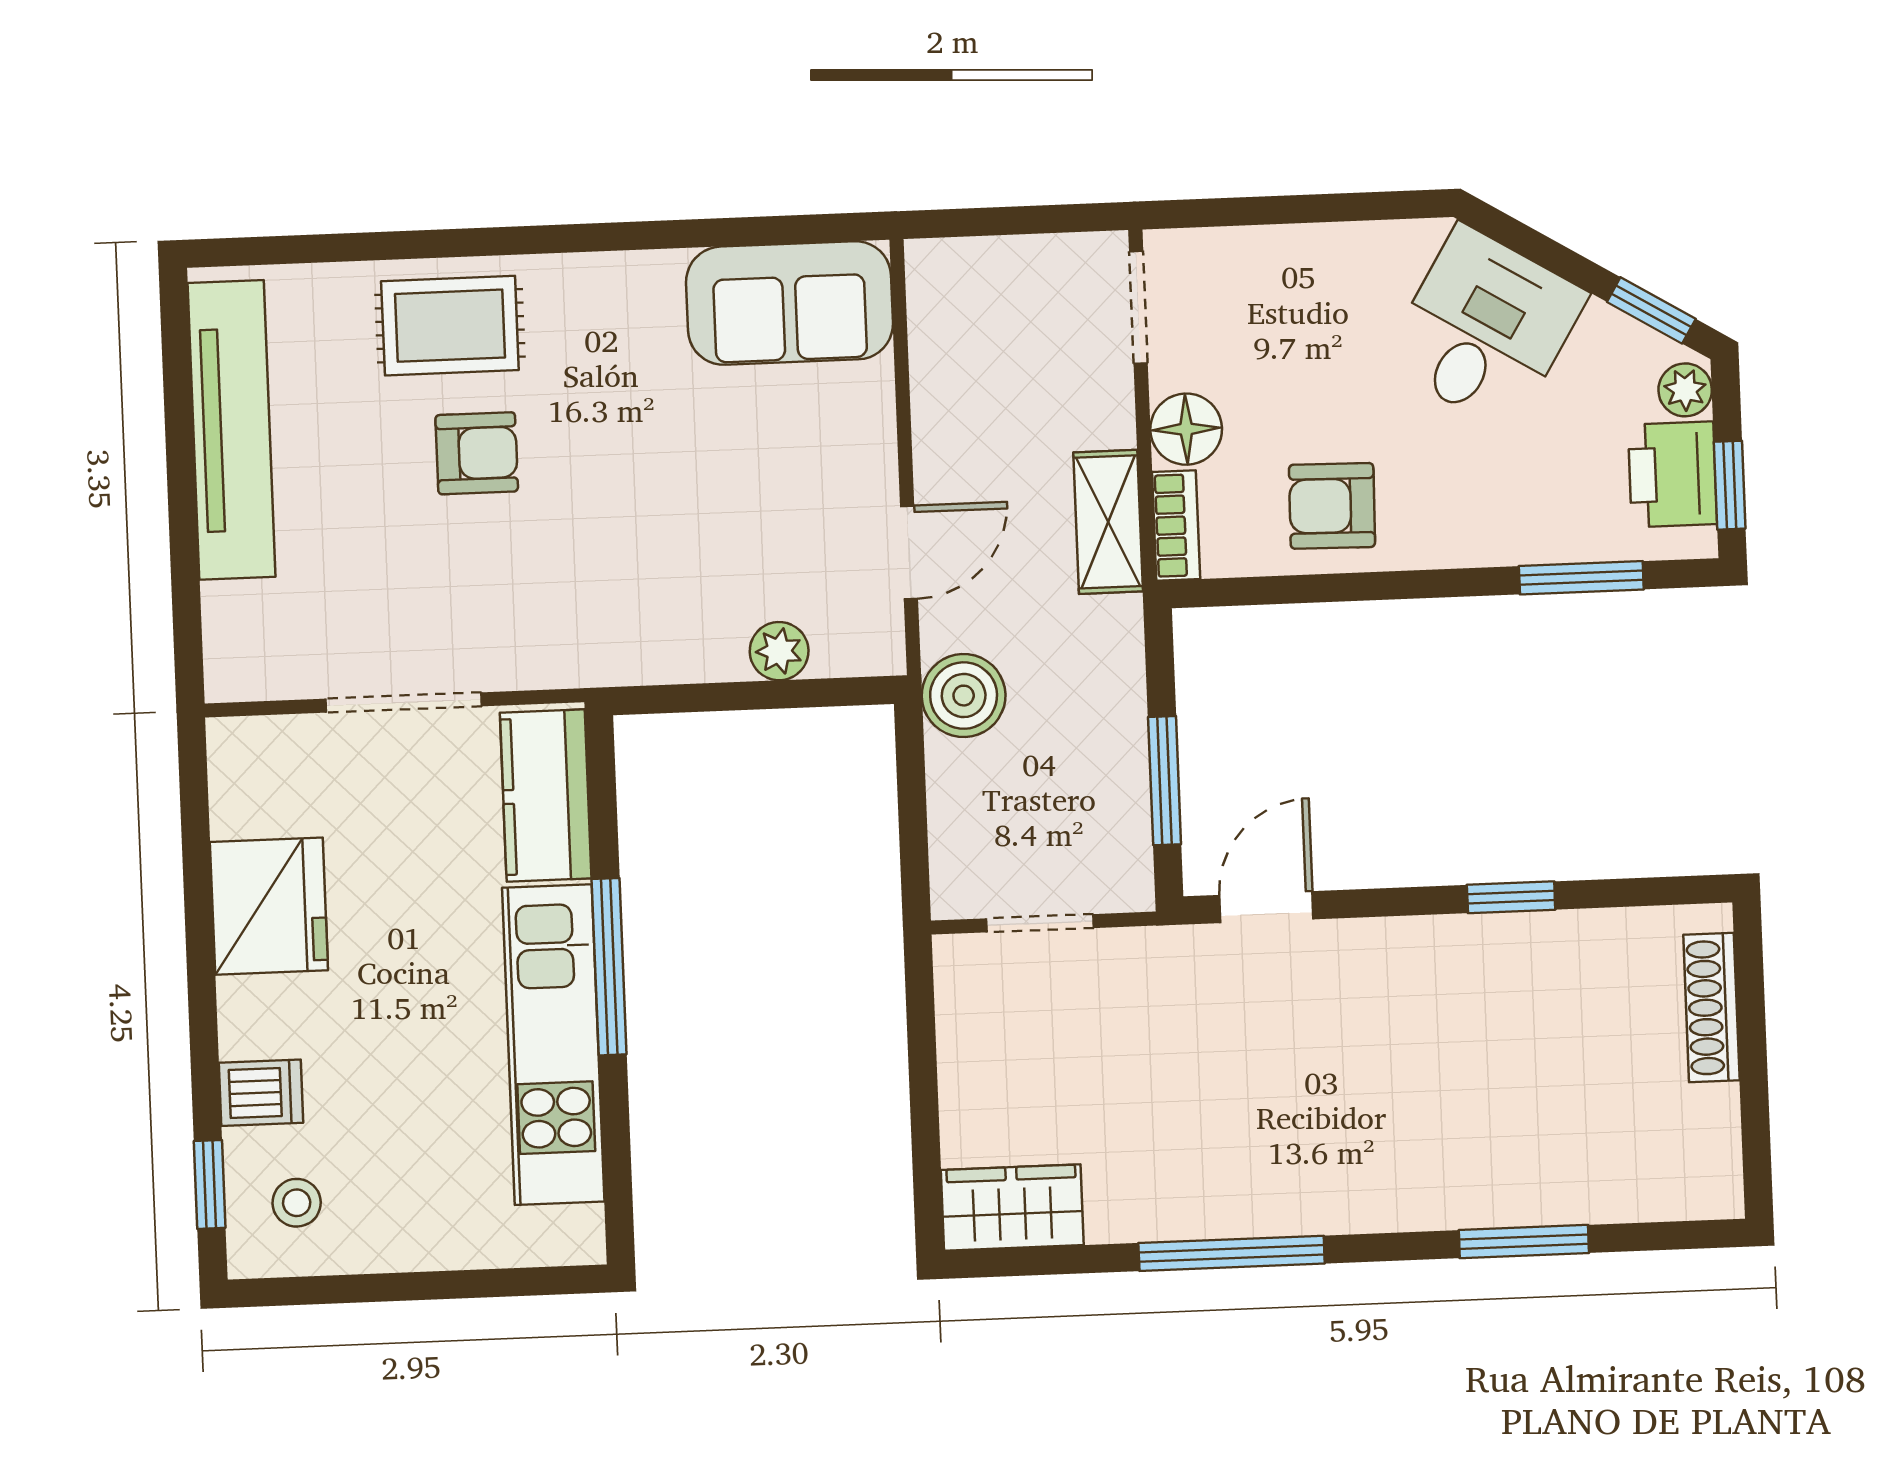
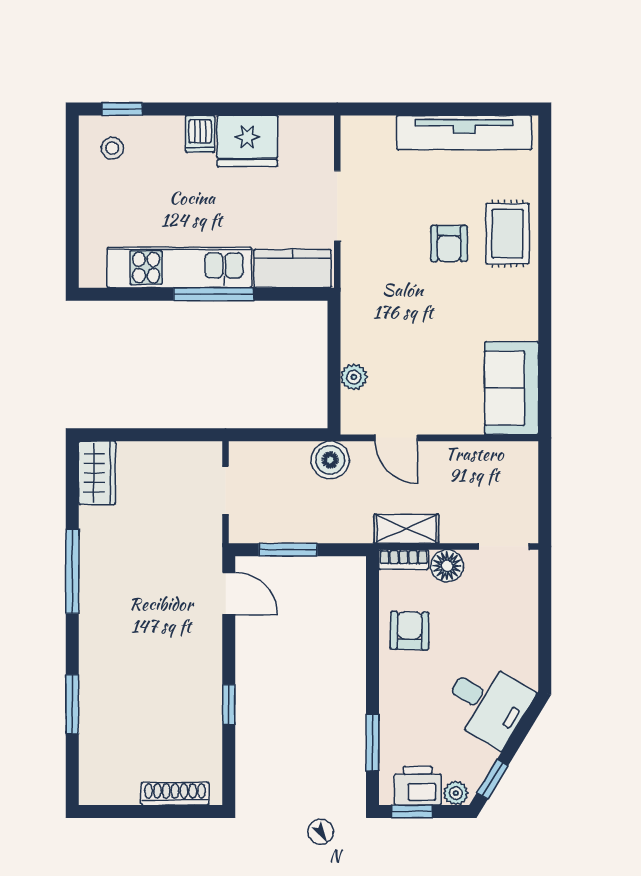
dishwasher: (261, 1093) -> (200, 134), moved

